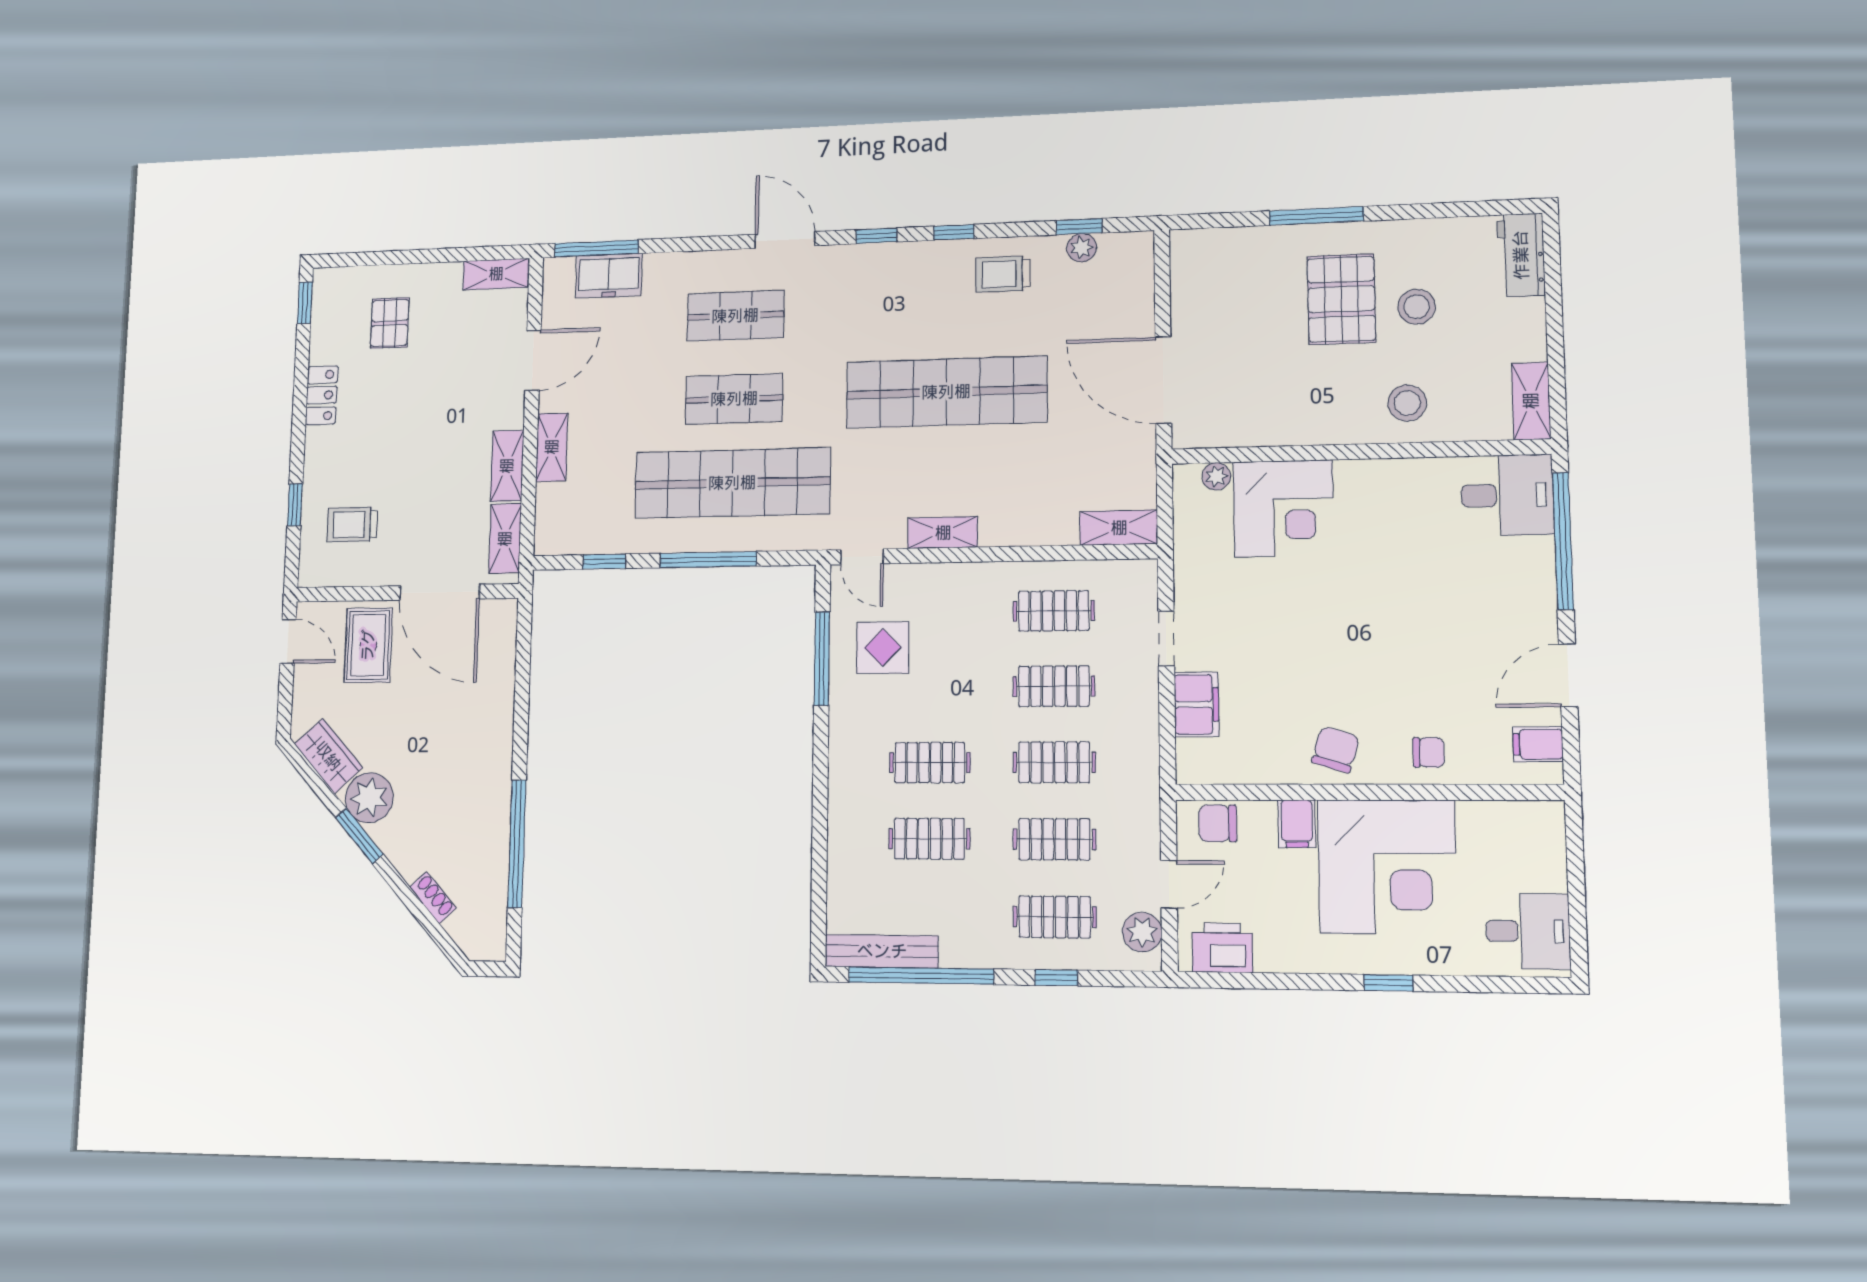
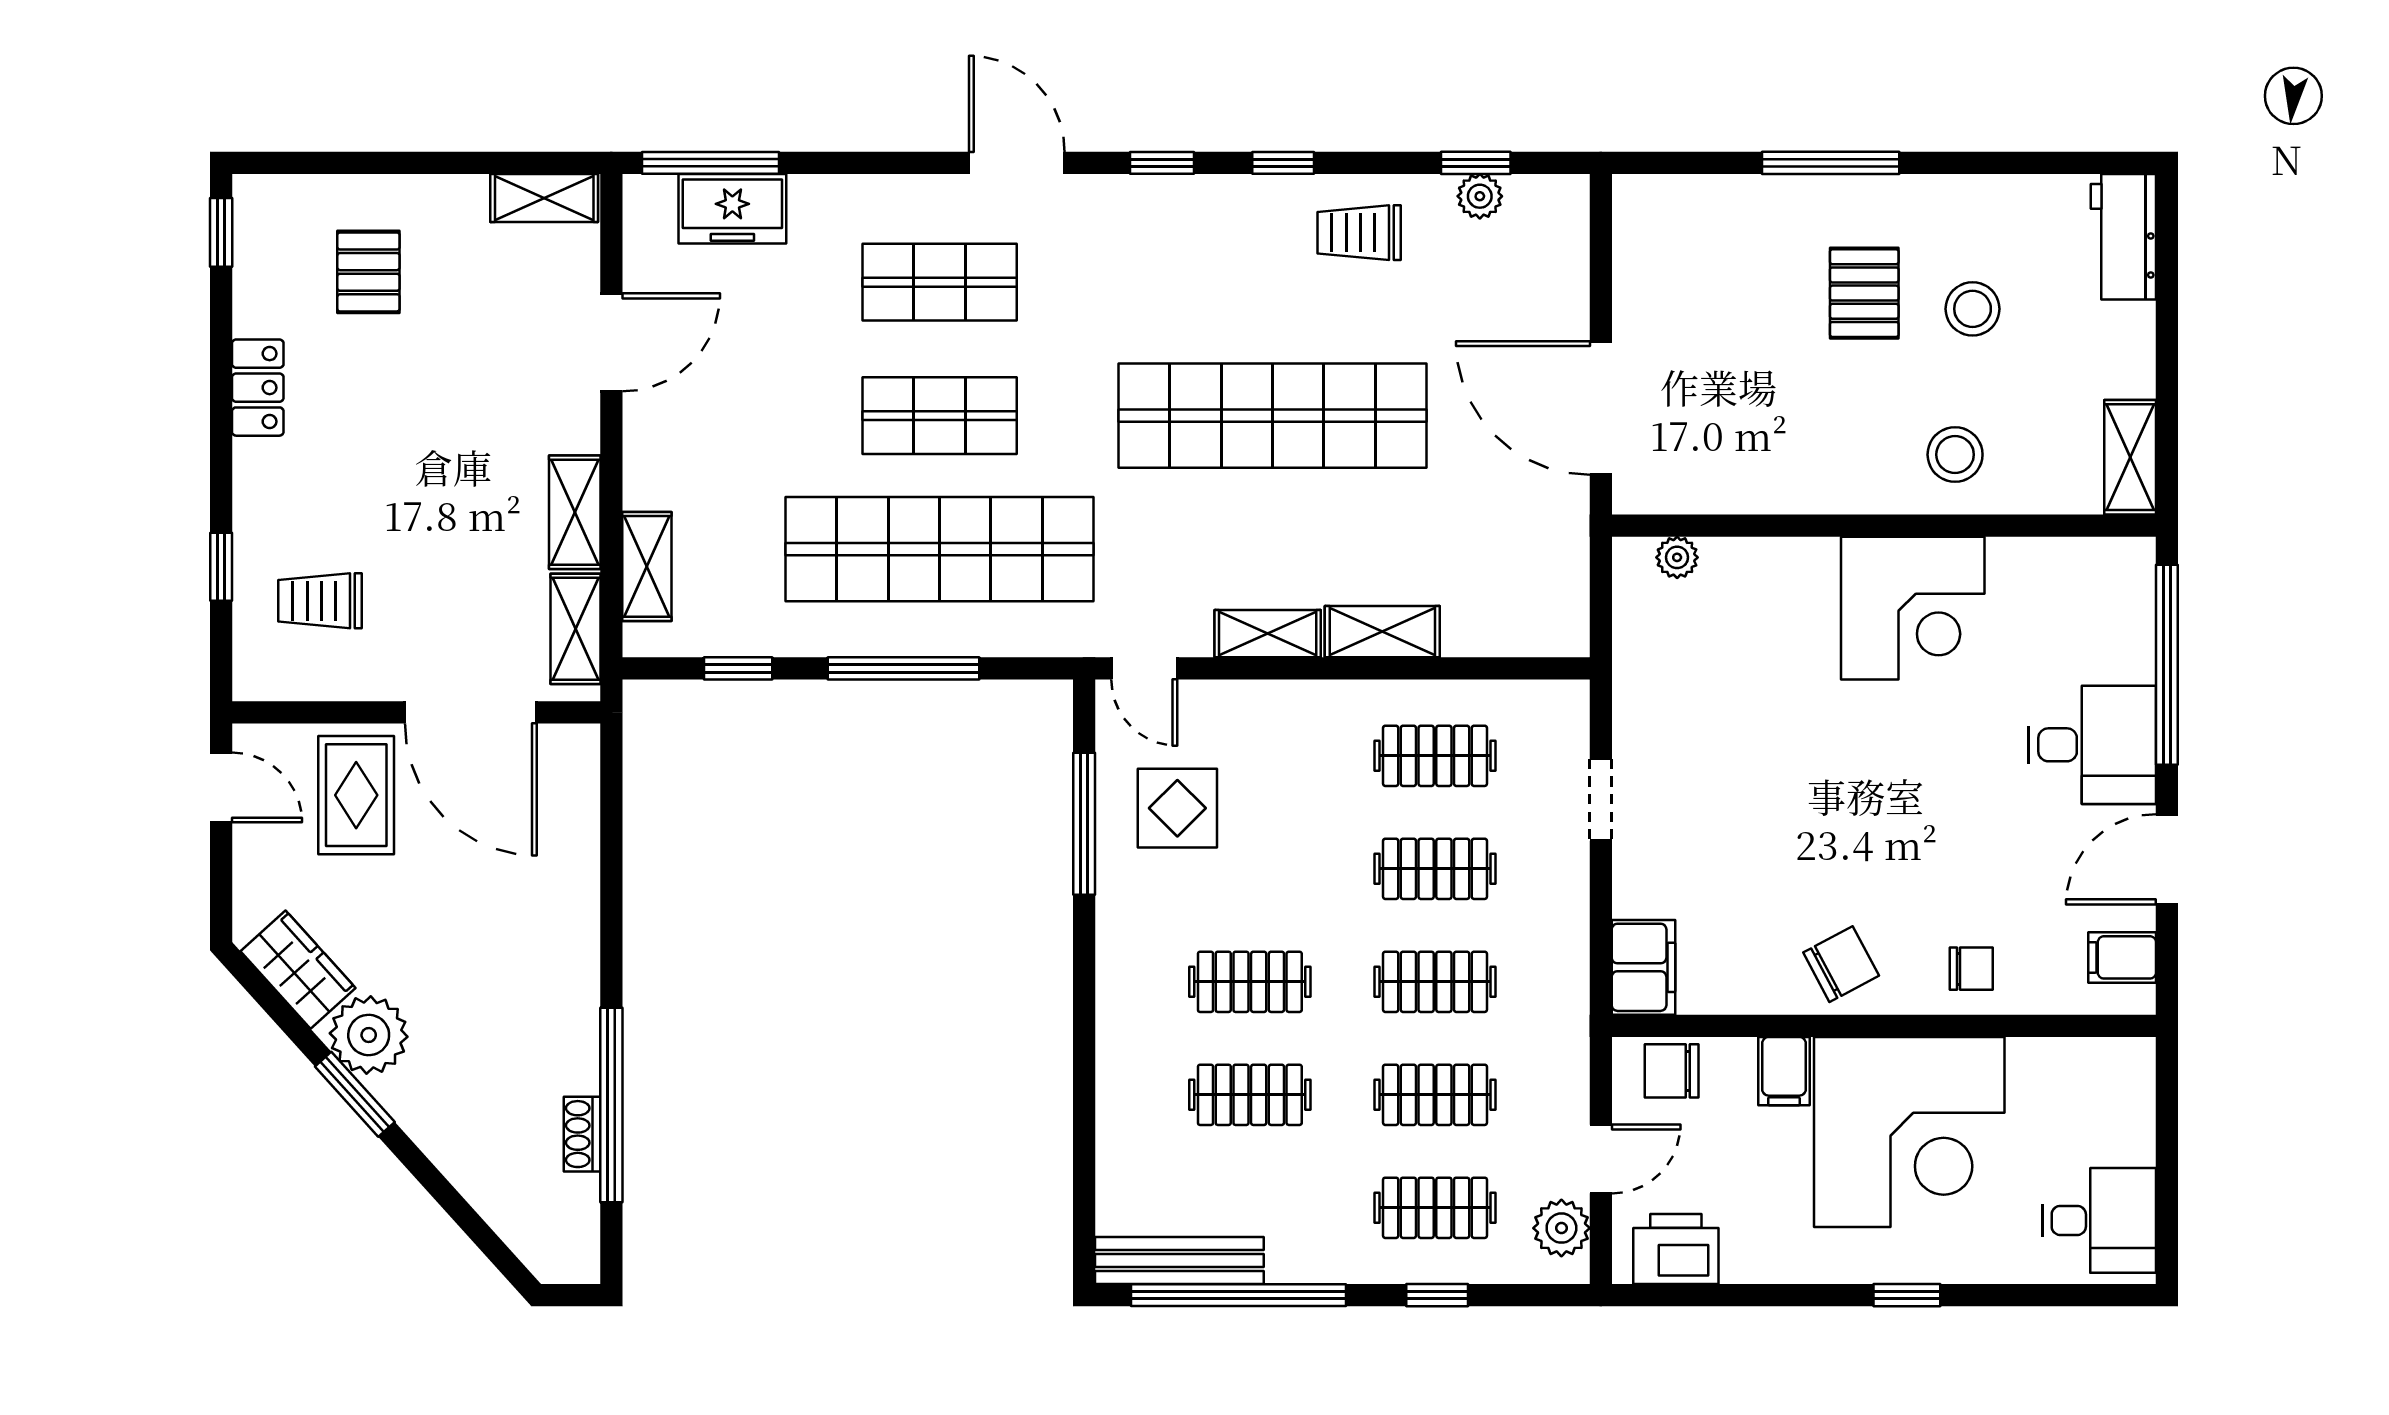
pallet: (1341, 299) -> (1864, 293), width x0.67, depth x0.71
shelving: (552, 447) -> (647, 566), moved
desk: (1507, 495) -> (2092, 745), moved
corner desk: (1283, 508) -> (1913, 608), moved
shelving: (1119, 528) -> (1382, 632), moved
filing cabinet: (1196, 704) -> (1643, 967), moved
chair: (1336, 750) -> (1841, 964), turned 45
shoe rack: (433, 898) -> (582, 1134), moved, turned -138

